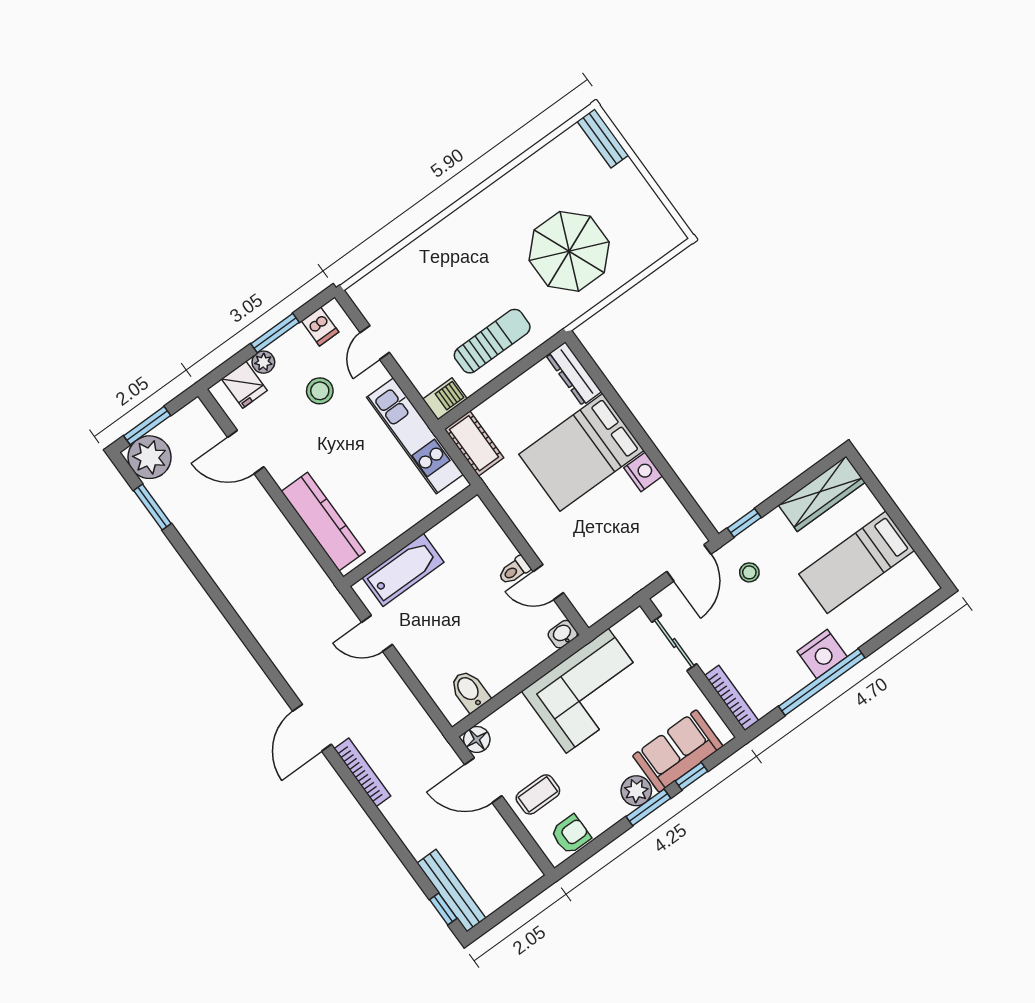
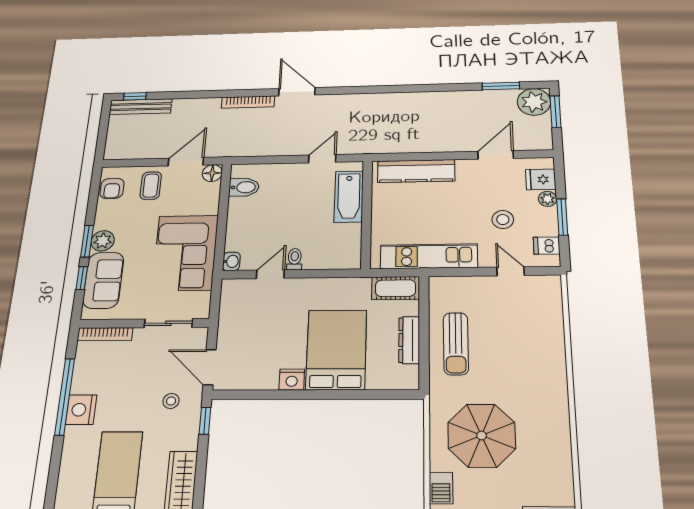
dresser: (574, 374) -> (409, 340), moved, turned -90
barbecue: (445, 399) -> (441, 488), moved

